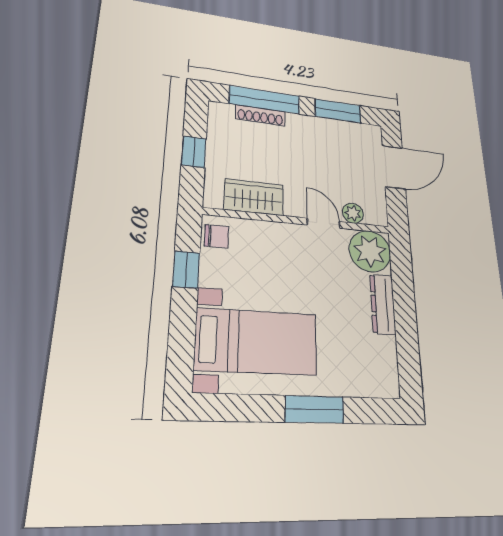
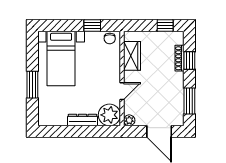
window: (265, 100) -> (189, 60), width x0.46
window: (194, 152) -> (165, 26), moved
plant: (353, 213) -> (129, 120), moved

